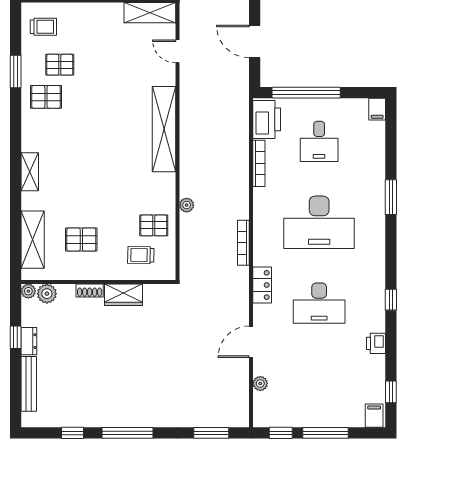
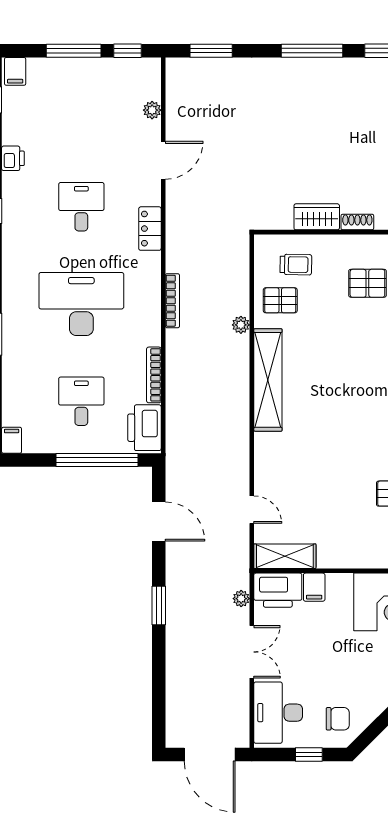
shelving: (164, 129) -> (268, 380), moved
bookcase: (243, 243) -> (172, 301), moved
desk: (319, 303) -> (81, 207), width x0.73

